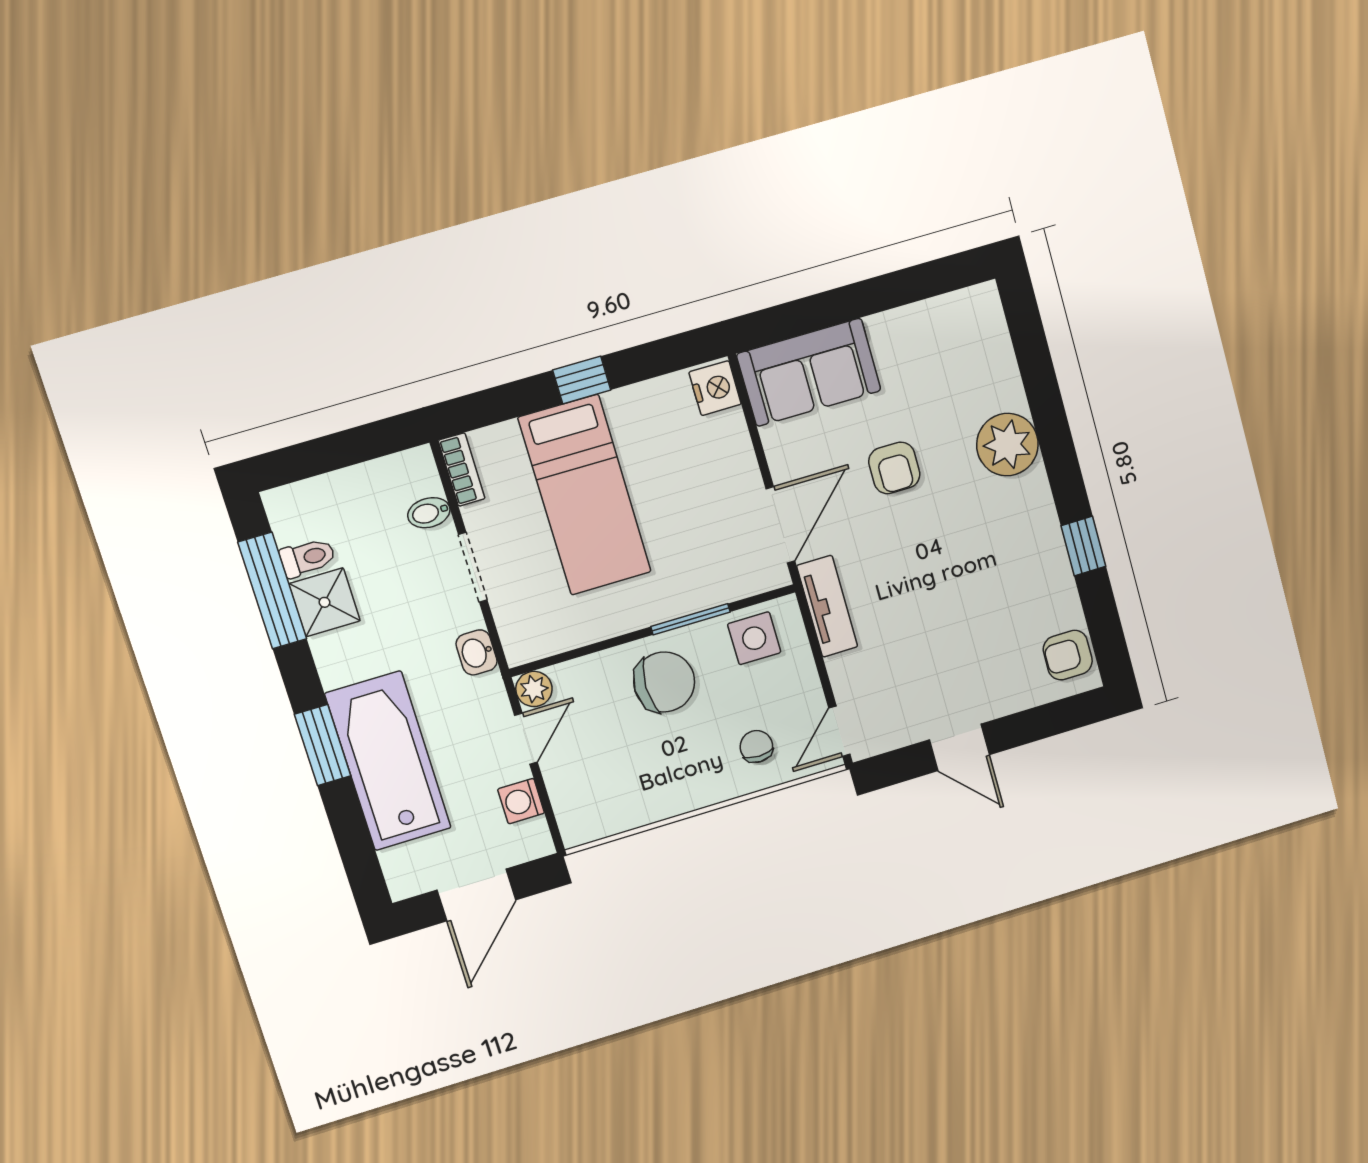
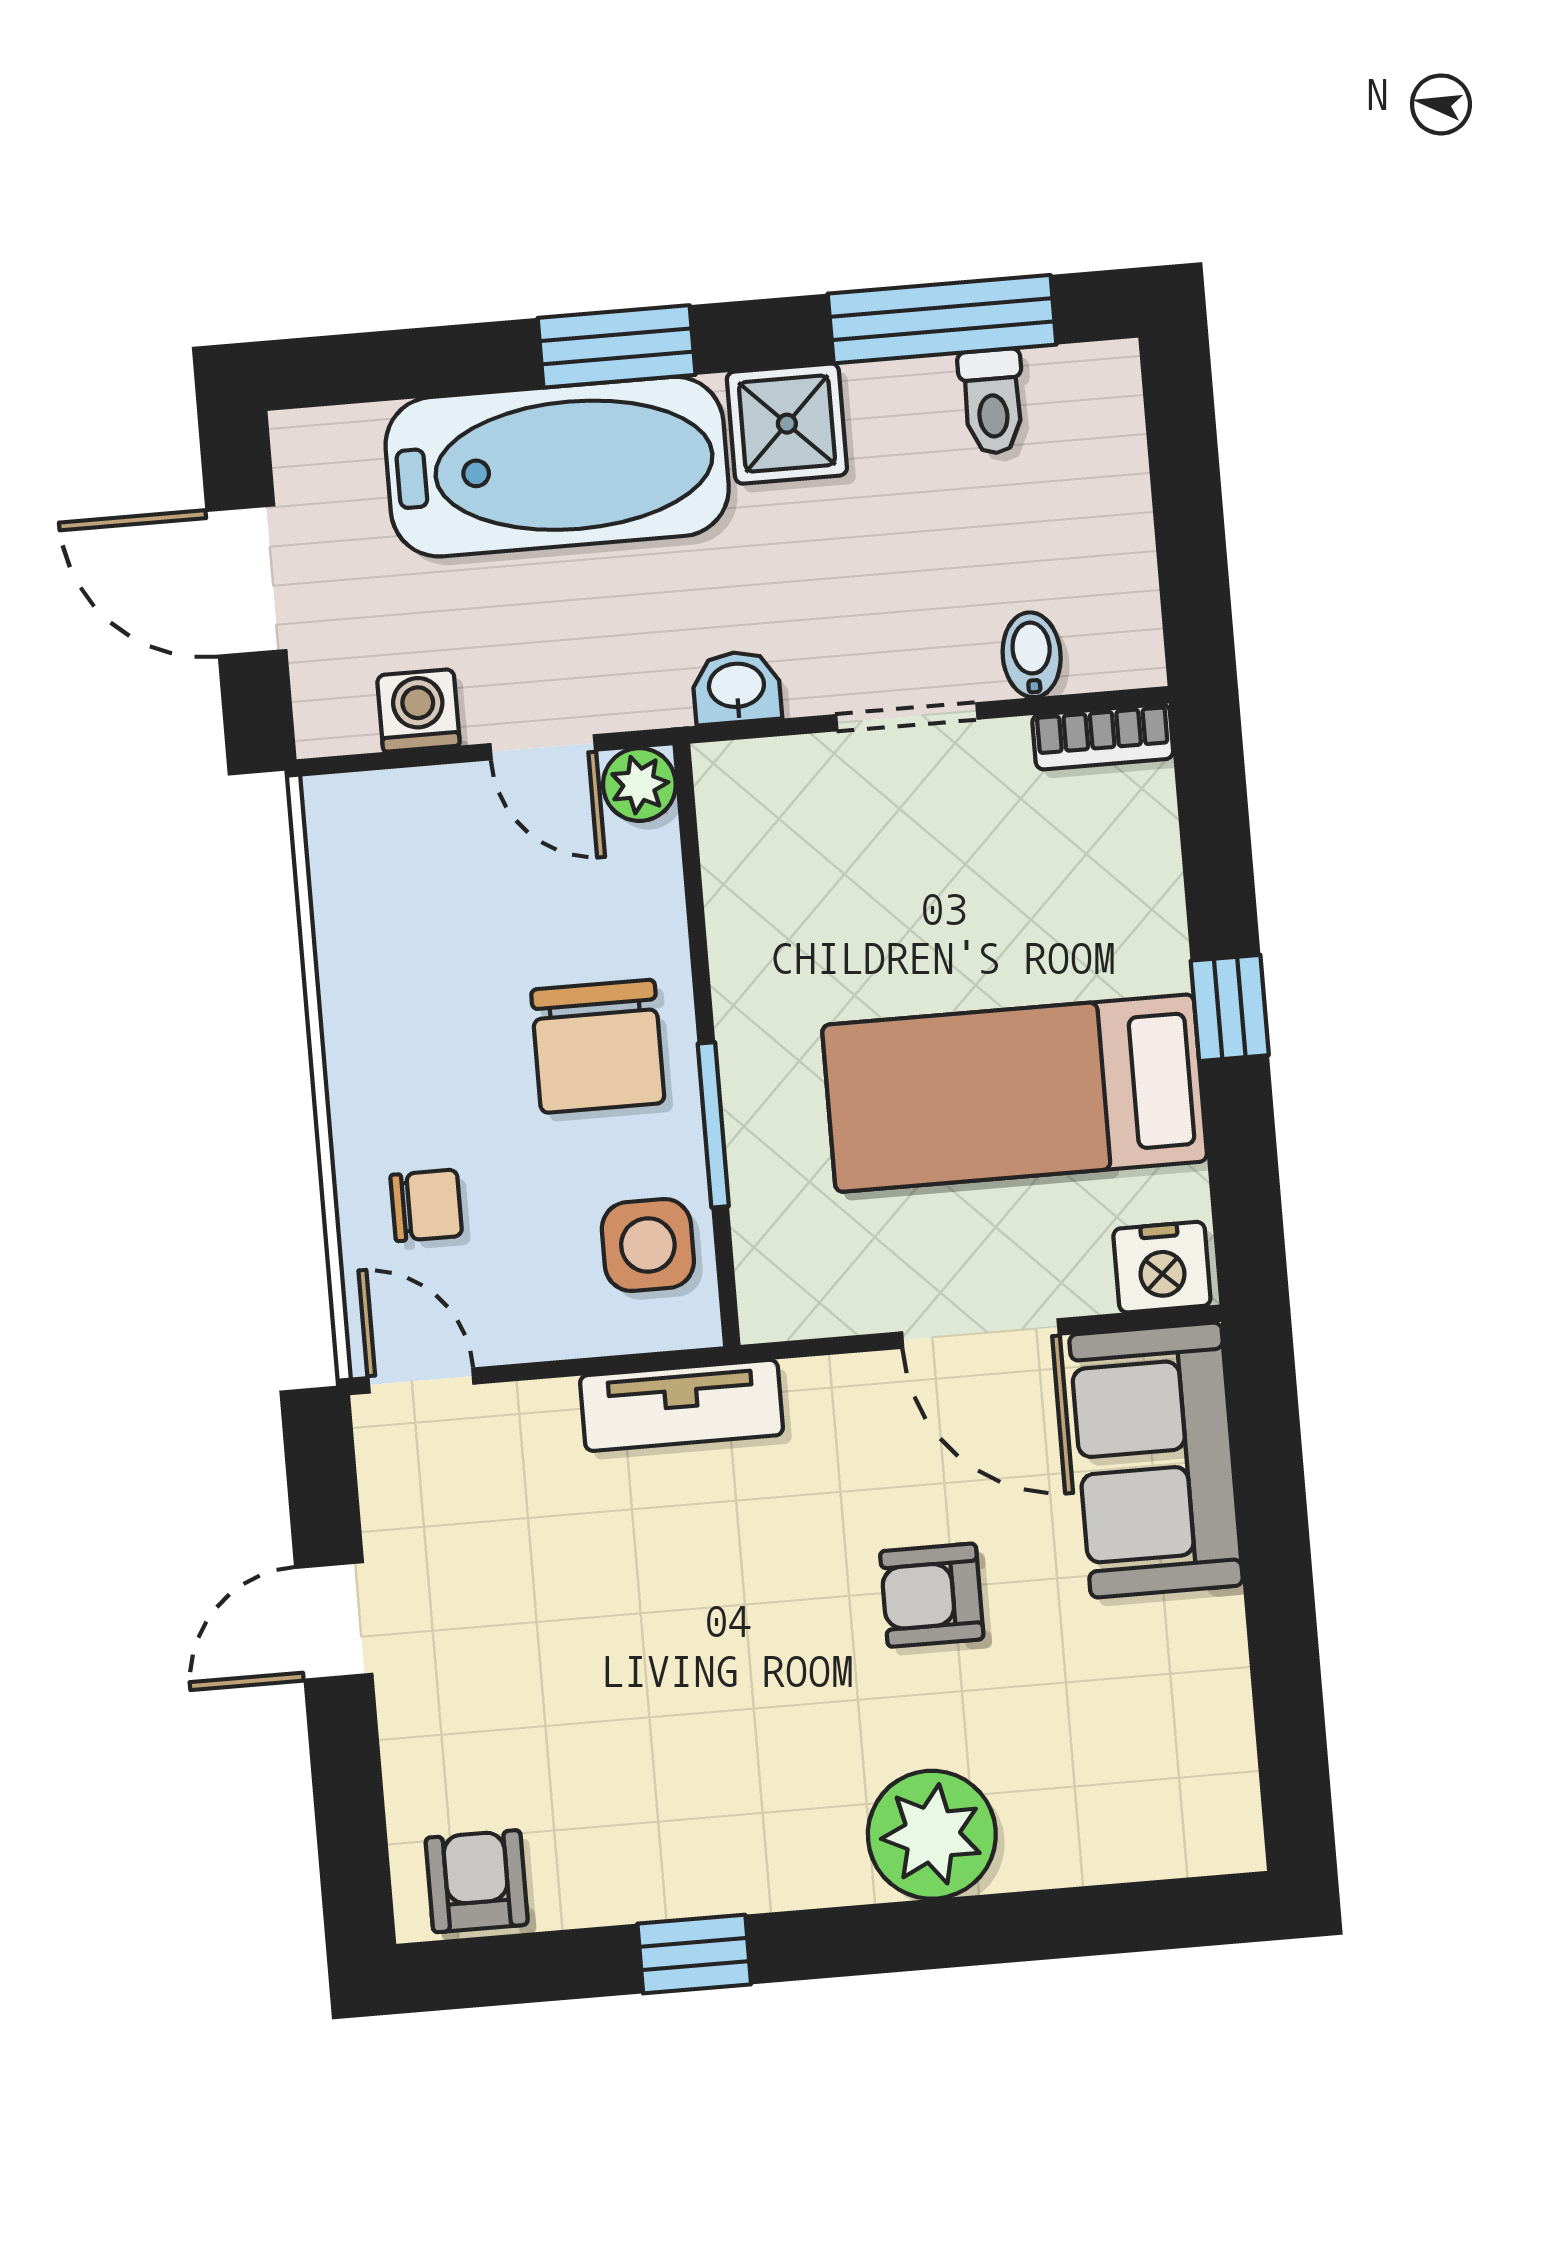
bed: (585, 495) -> (1015, 1093), moved
door: (780, 525) -> (980, 1333), moved
shower: (325, 602) -> (787, 424), moved

